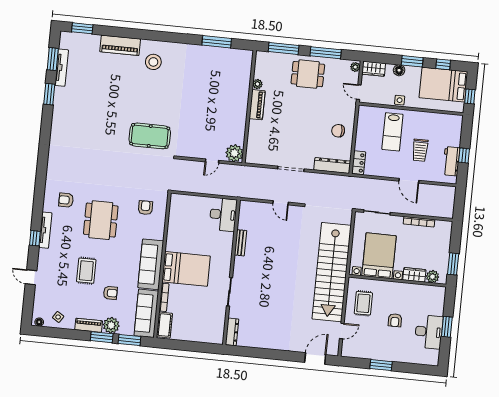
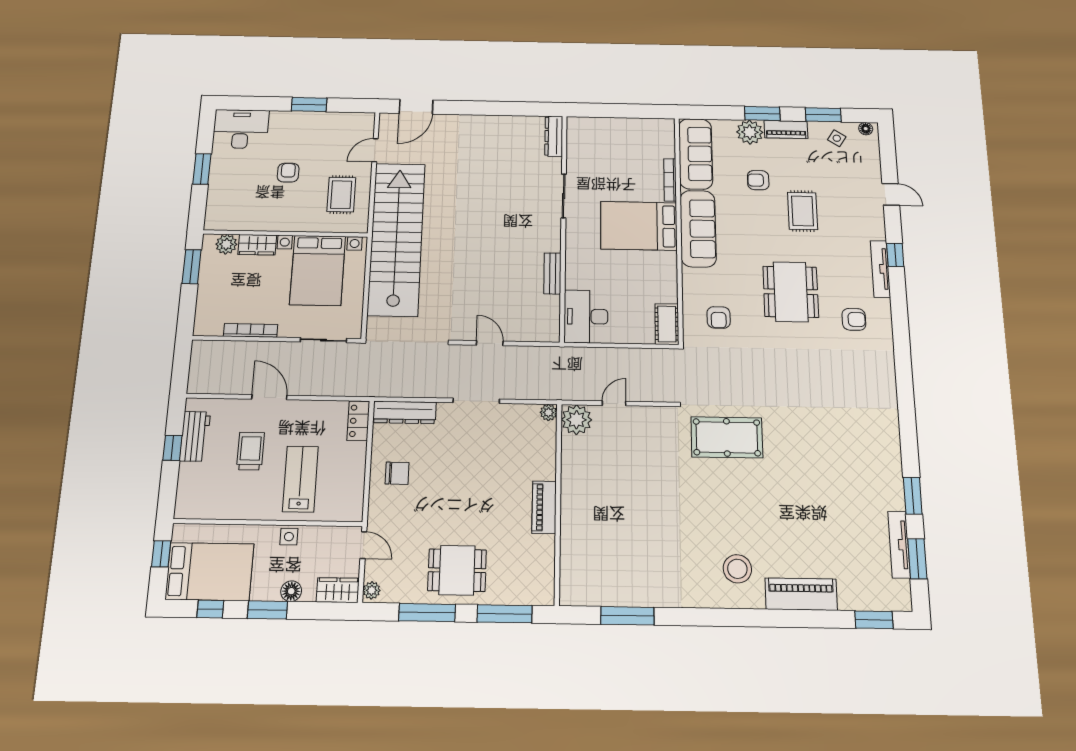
plant: (257, 84) -> (549, 412), moved
cot: (164, 325) -> (667, 324), moved
desk: (429, 332) -> (241, 129), moved, turned 90
window: (129, 340) -> (823, 115), moved

